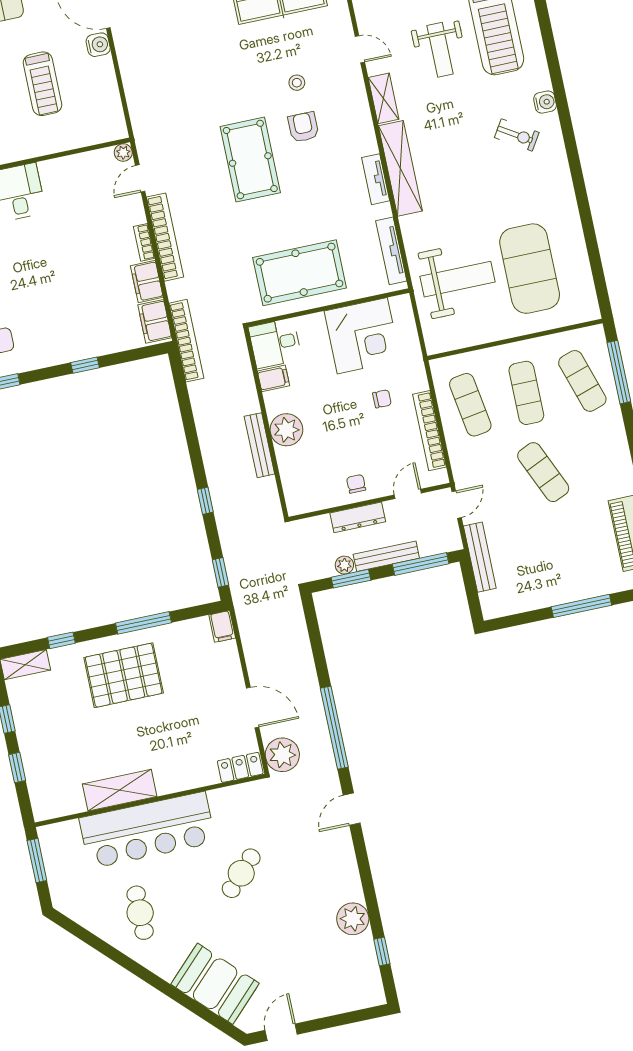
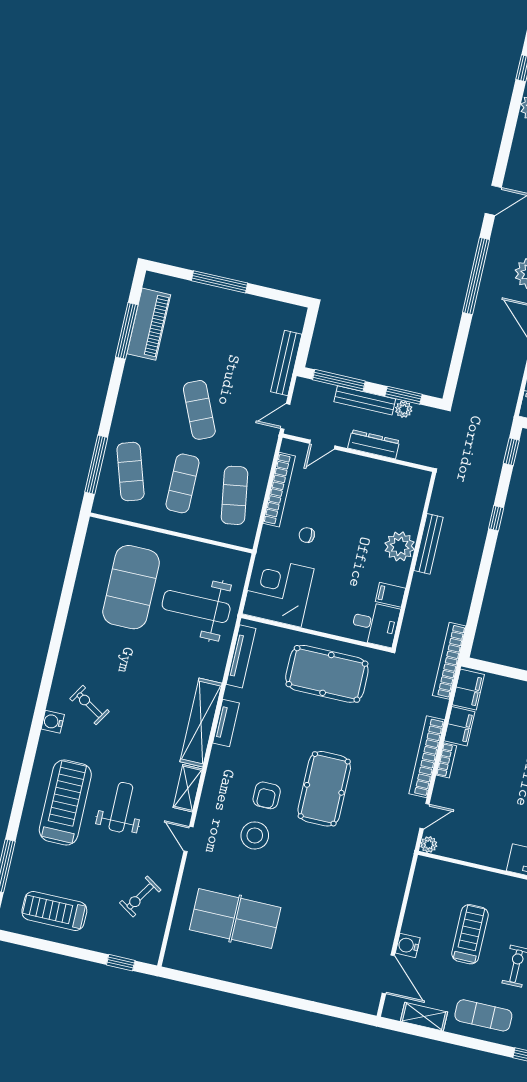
stool: (297, 83) -> (255, 835), width x1.89, depth x1.89
corner desk: (362, 336) -> (278, 591), moved
chair: (356, 484) -> (362, 473), removed

